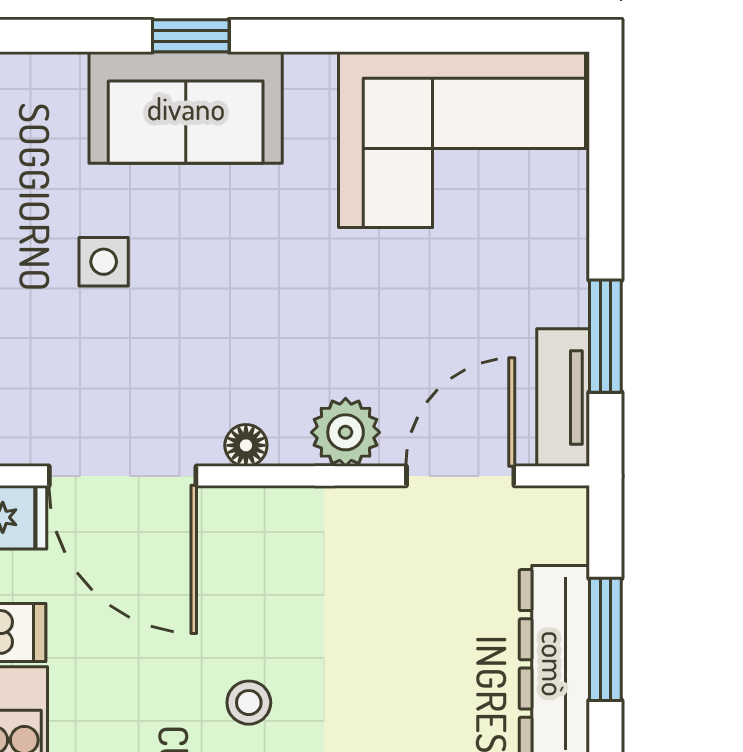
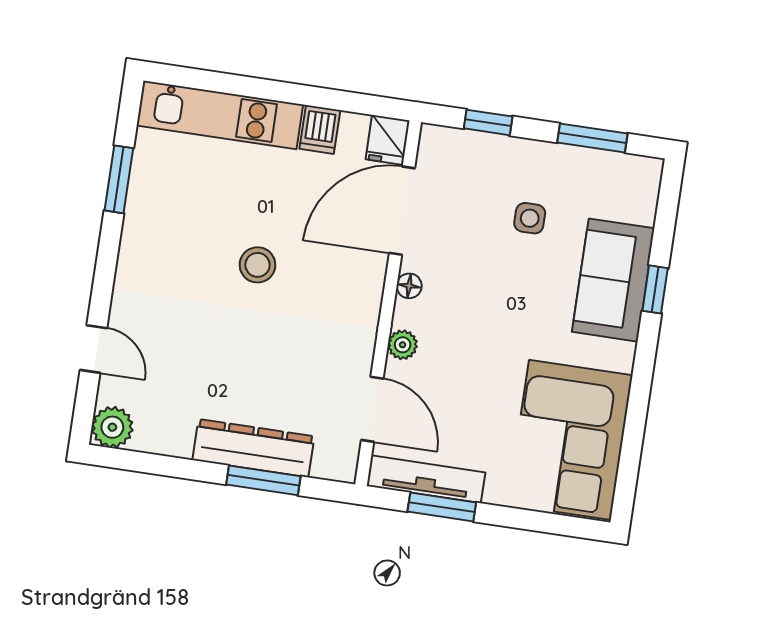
tv unit: (563, 398) -> (426, 479), width x1.41
plant: (346, 432) -> (403, 345), width x0.73, depth x0.73
stool: (249, 703) -> (257, 265), width x1.37, depth x1.37

